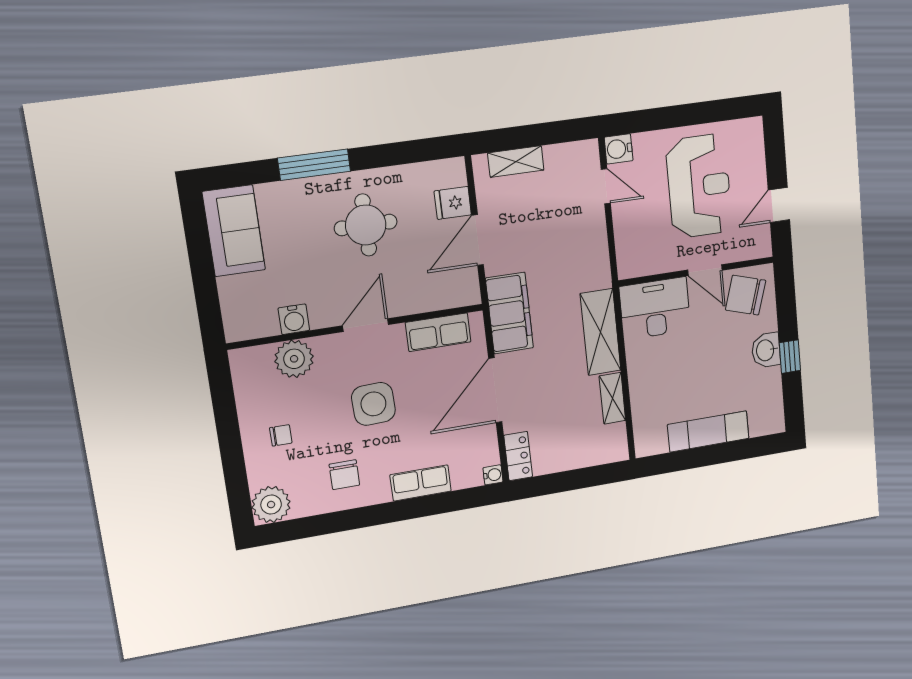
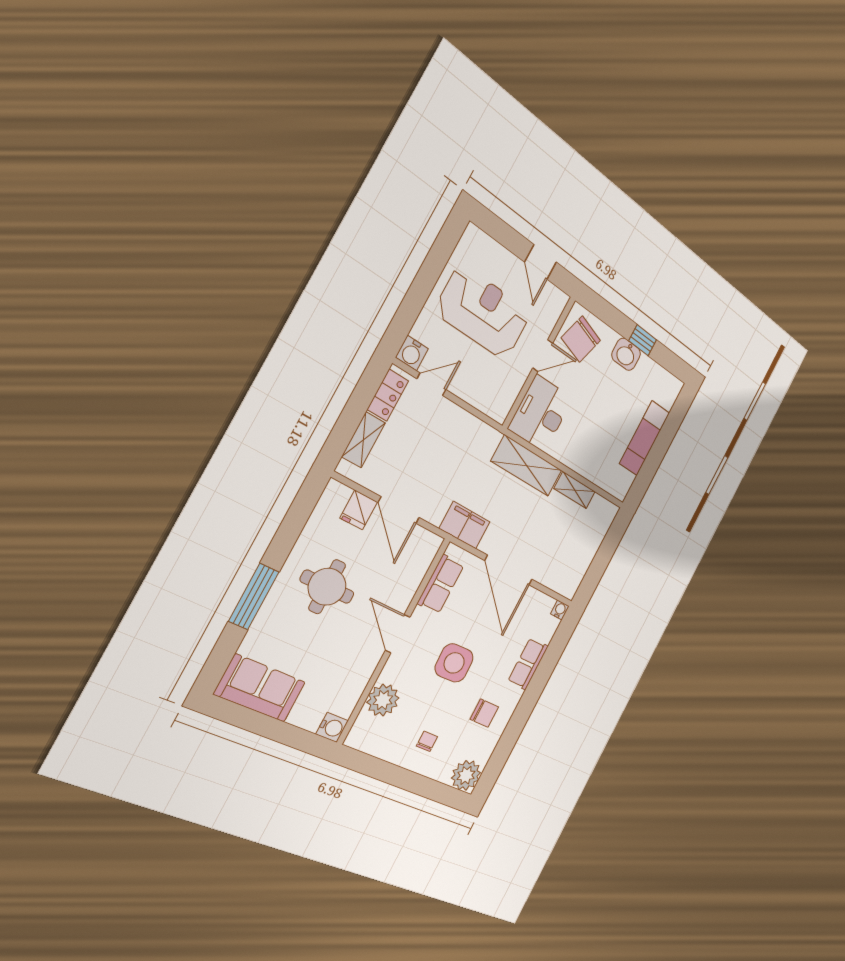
filing cabinet: (509, 313) -> (465, 525), width x0.67, depth x0.86
water cooler: (294, 319) -> (332, 727), moved
locker: (518, 456) -> (388, 395), moved, turned 90

